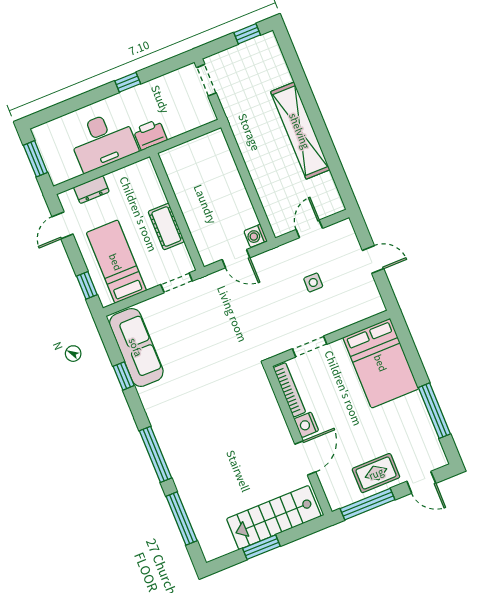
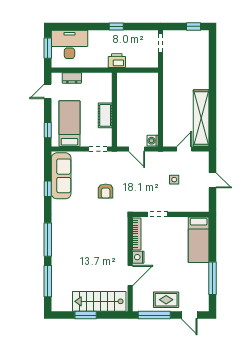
shelving: (300, 131) -> (201, 118), moved
desk: (103, 141) -> (69, 44), moved, turned 180
armchair: (215, 343) -> (106, 191), added
bed: (381, 363) -> (199, 240), width x0.67

